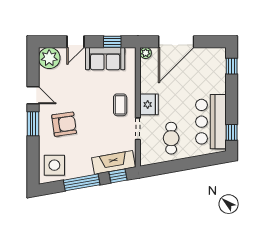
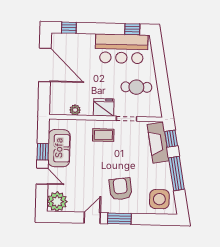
window: (112, 42) -> (43, 152), moved
door: (176, 42) -> (45, 65), moved
plant: (146, 53) -> (75, 110), moved

